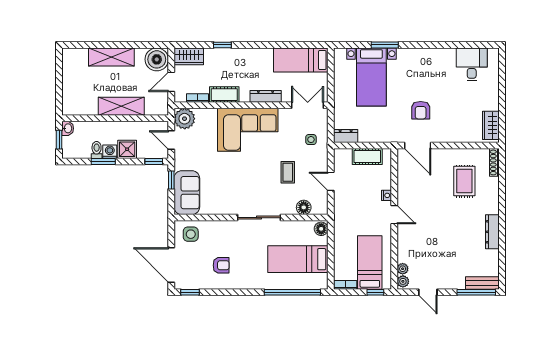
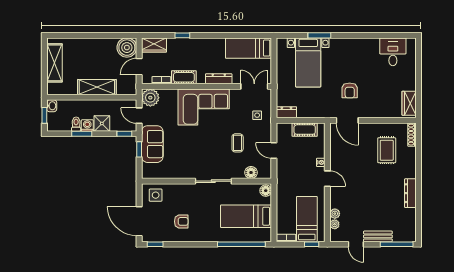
shelving: (111, 57) -> (54, 63), moved, turned 90
sofa: (187, 193) -> (152, 144), moved
plant: (403, 281) -> (335, 214), moved
bench: (482, 283) -> (378, 236), moved

